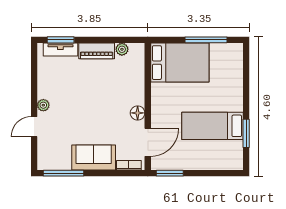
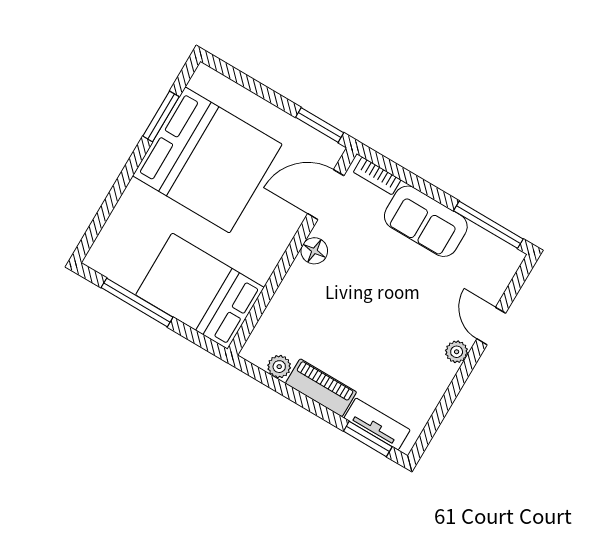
bed: (213, 126) -> (207, 160), width x2.04
door: (34, 127) -> (491, 326), swing flipped

